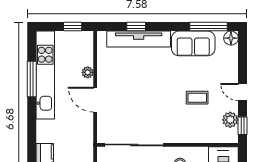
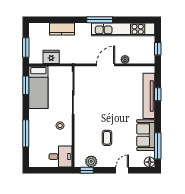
window: (32, 79) -> (100, 20), moved
door: (242, 92) -> (122, 170), moved

